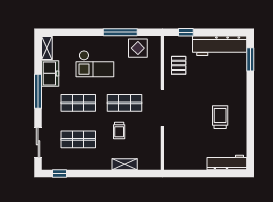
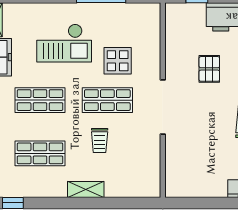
display table: (138, 48) -> (118, 61), moved
pallet: (179, 65) -> (209, 69), moved
shelving: (125, 164) -> (86, 189), moved

